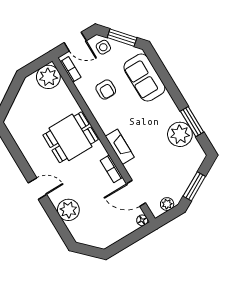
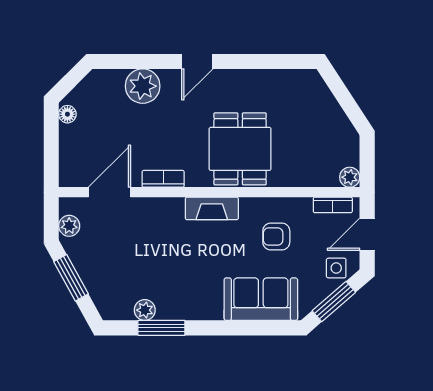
plant: (48, 77) -> (350, 177), width x0.53, depth x0.53
plant: (180, 134) -> (145, 310), width x0.53, depth x0.53
fireplace: (120, 147) -> (212, 208), moved
floor lamp: (142, 220) -> (67, 114), moved

